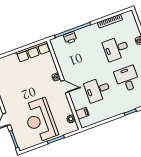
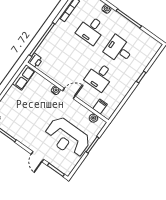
printer: (70, 38) -> (35, 61), moved
row of seats: (33, 52) -> (24, 77), width x0.68

